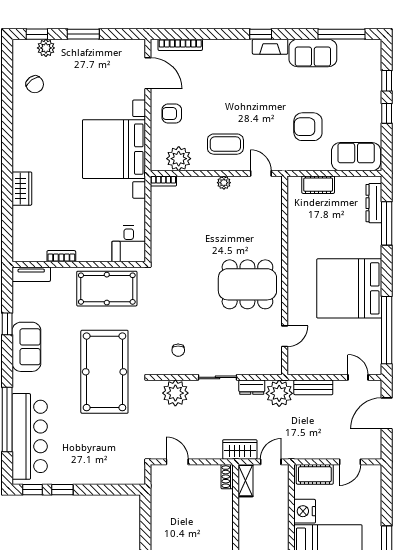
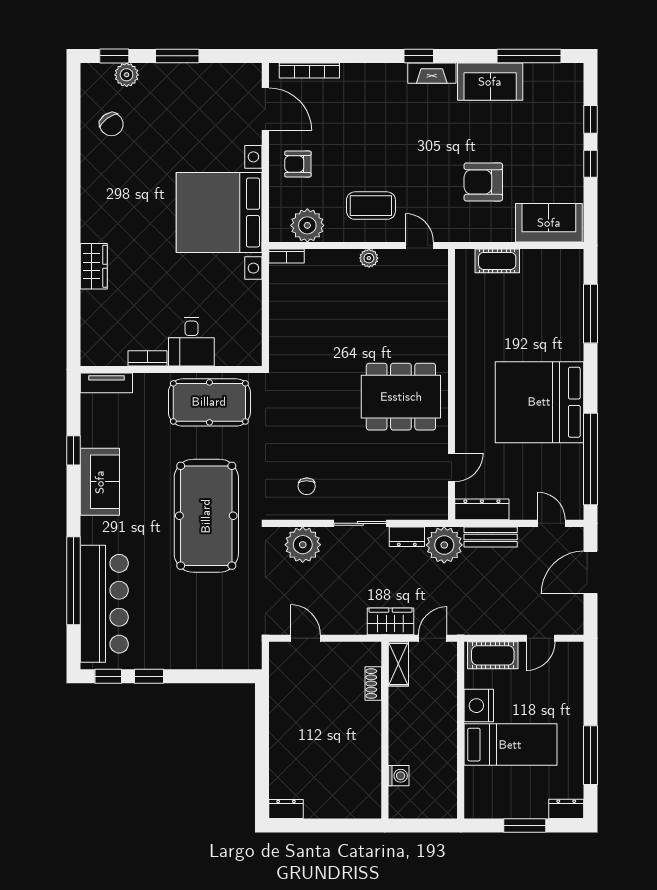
dresser: (374, 203) -> (482, 509), moved, turned 90
desk: (129, 244) -> (191, 342), moved
shoe rack: (227, 477) -> (373, 683), moved

